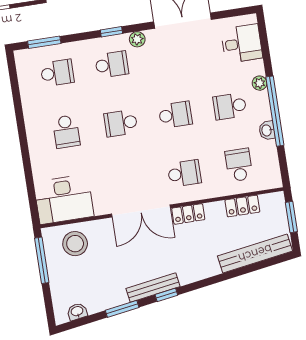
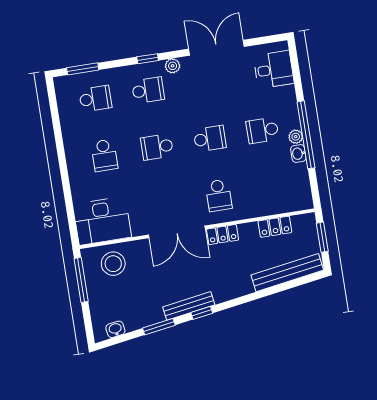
plant: (260, 83) -> (296, 137), moved
school desk: (239, 165) -> (271, 187), removed
school desk: (184, 173) -> (219, 195), turned 90

